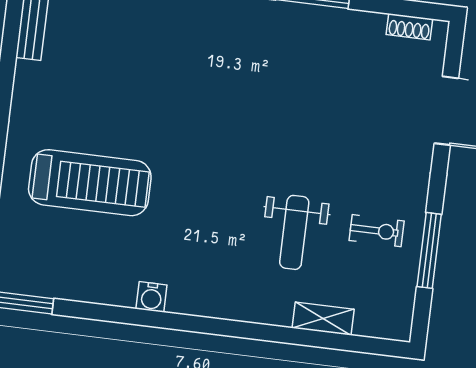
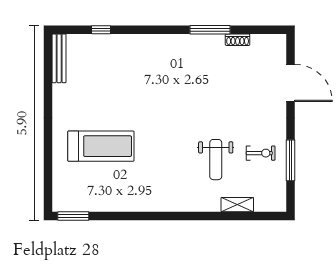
shoe rack: (409, 27) -> (238, 40), moved
water cooler: (151, 297) -> (142, 204), removed

